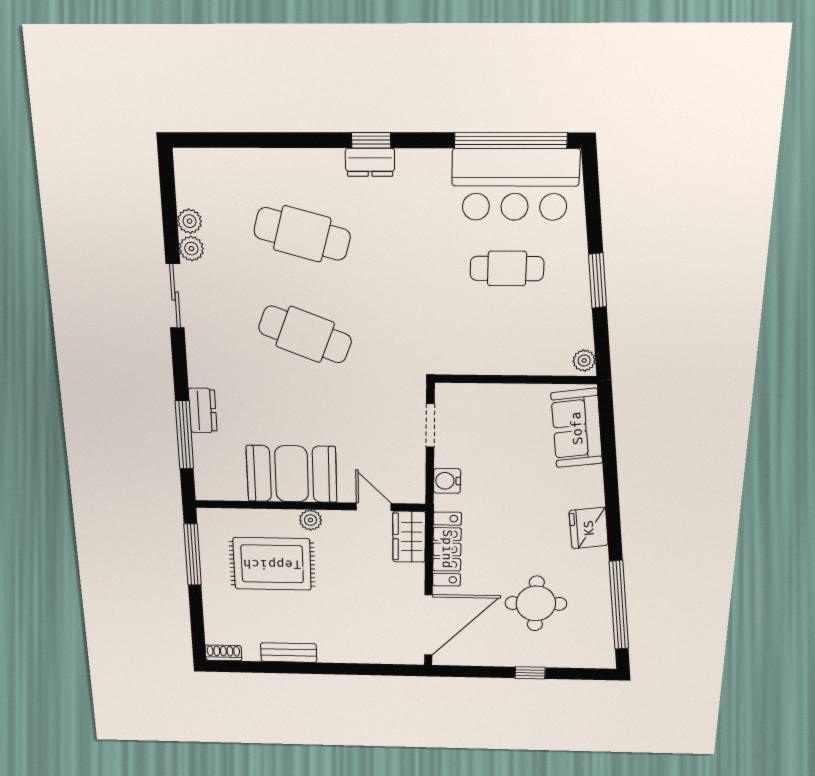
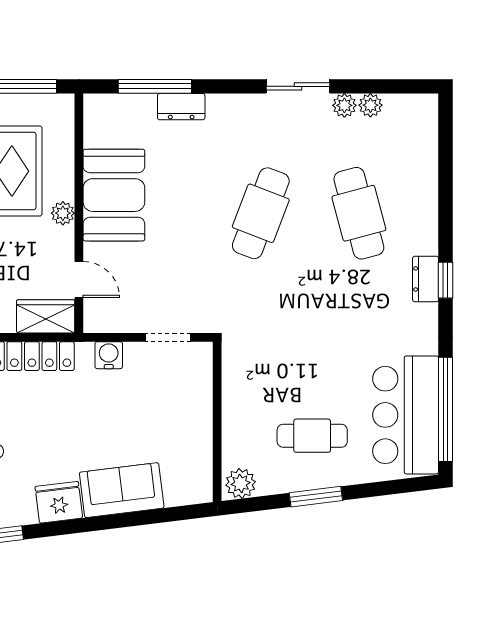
cafe table: (302, 234) -> (359, 213), turned -30
cafe table: (507, 268) -> (312, 436), moved, turned 90
plant: (584, 361) -> (241, 483), width x1.38, depth x1.38
sofa: (577, 428) -> (122, 490), moved
door: (374, 507) -> (79, 279), hinge flipped

